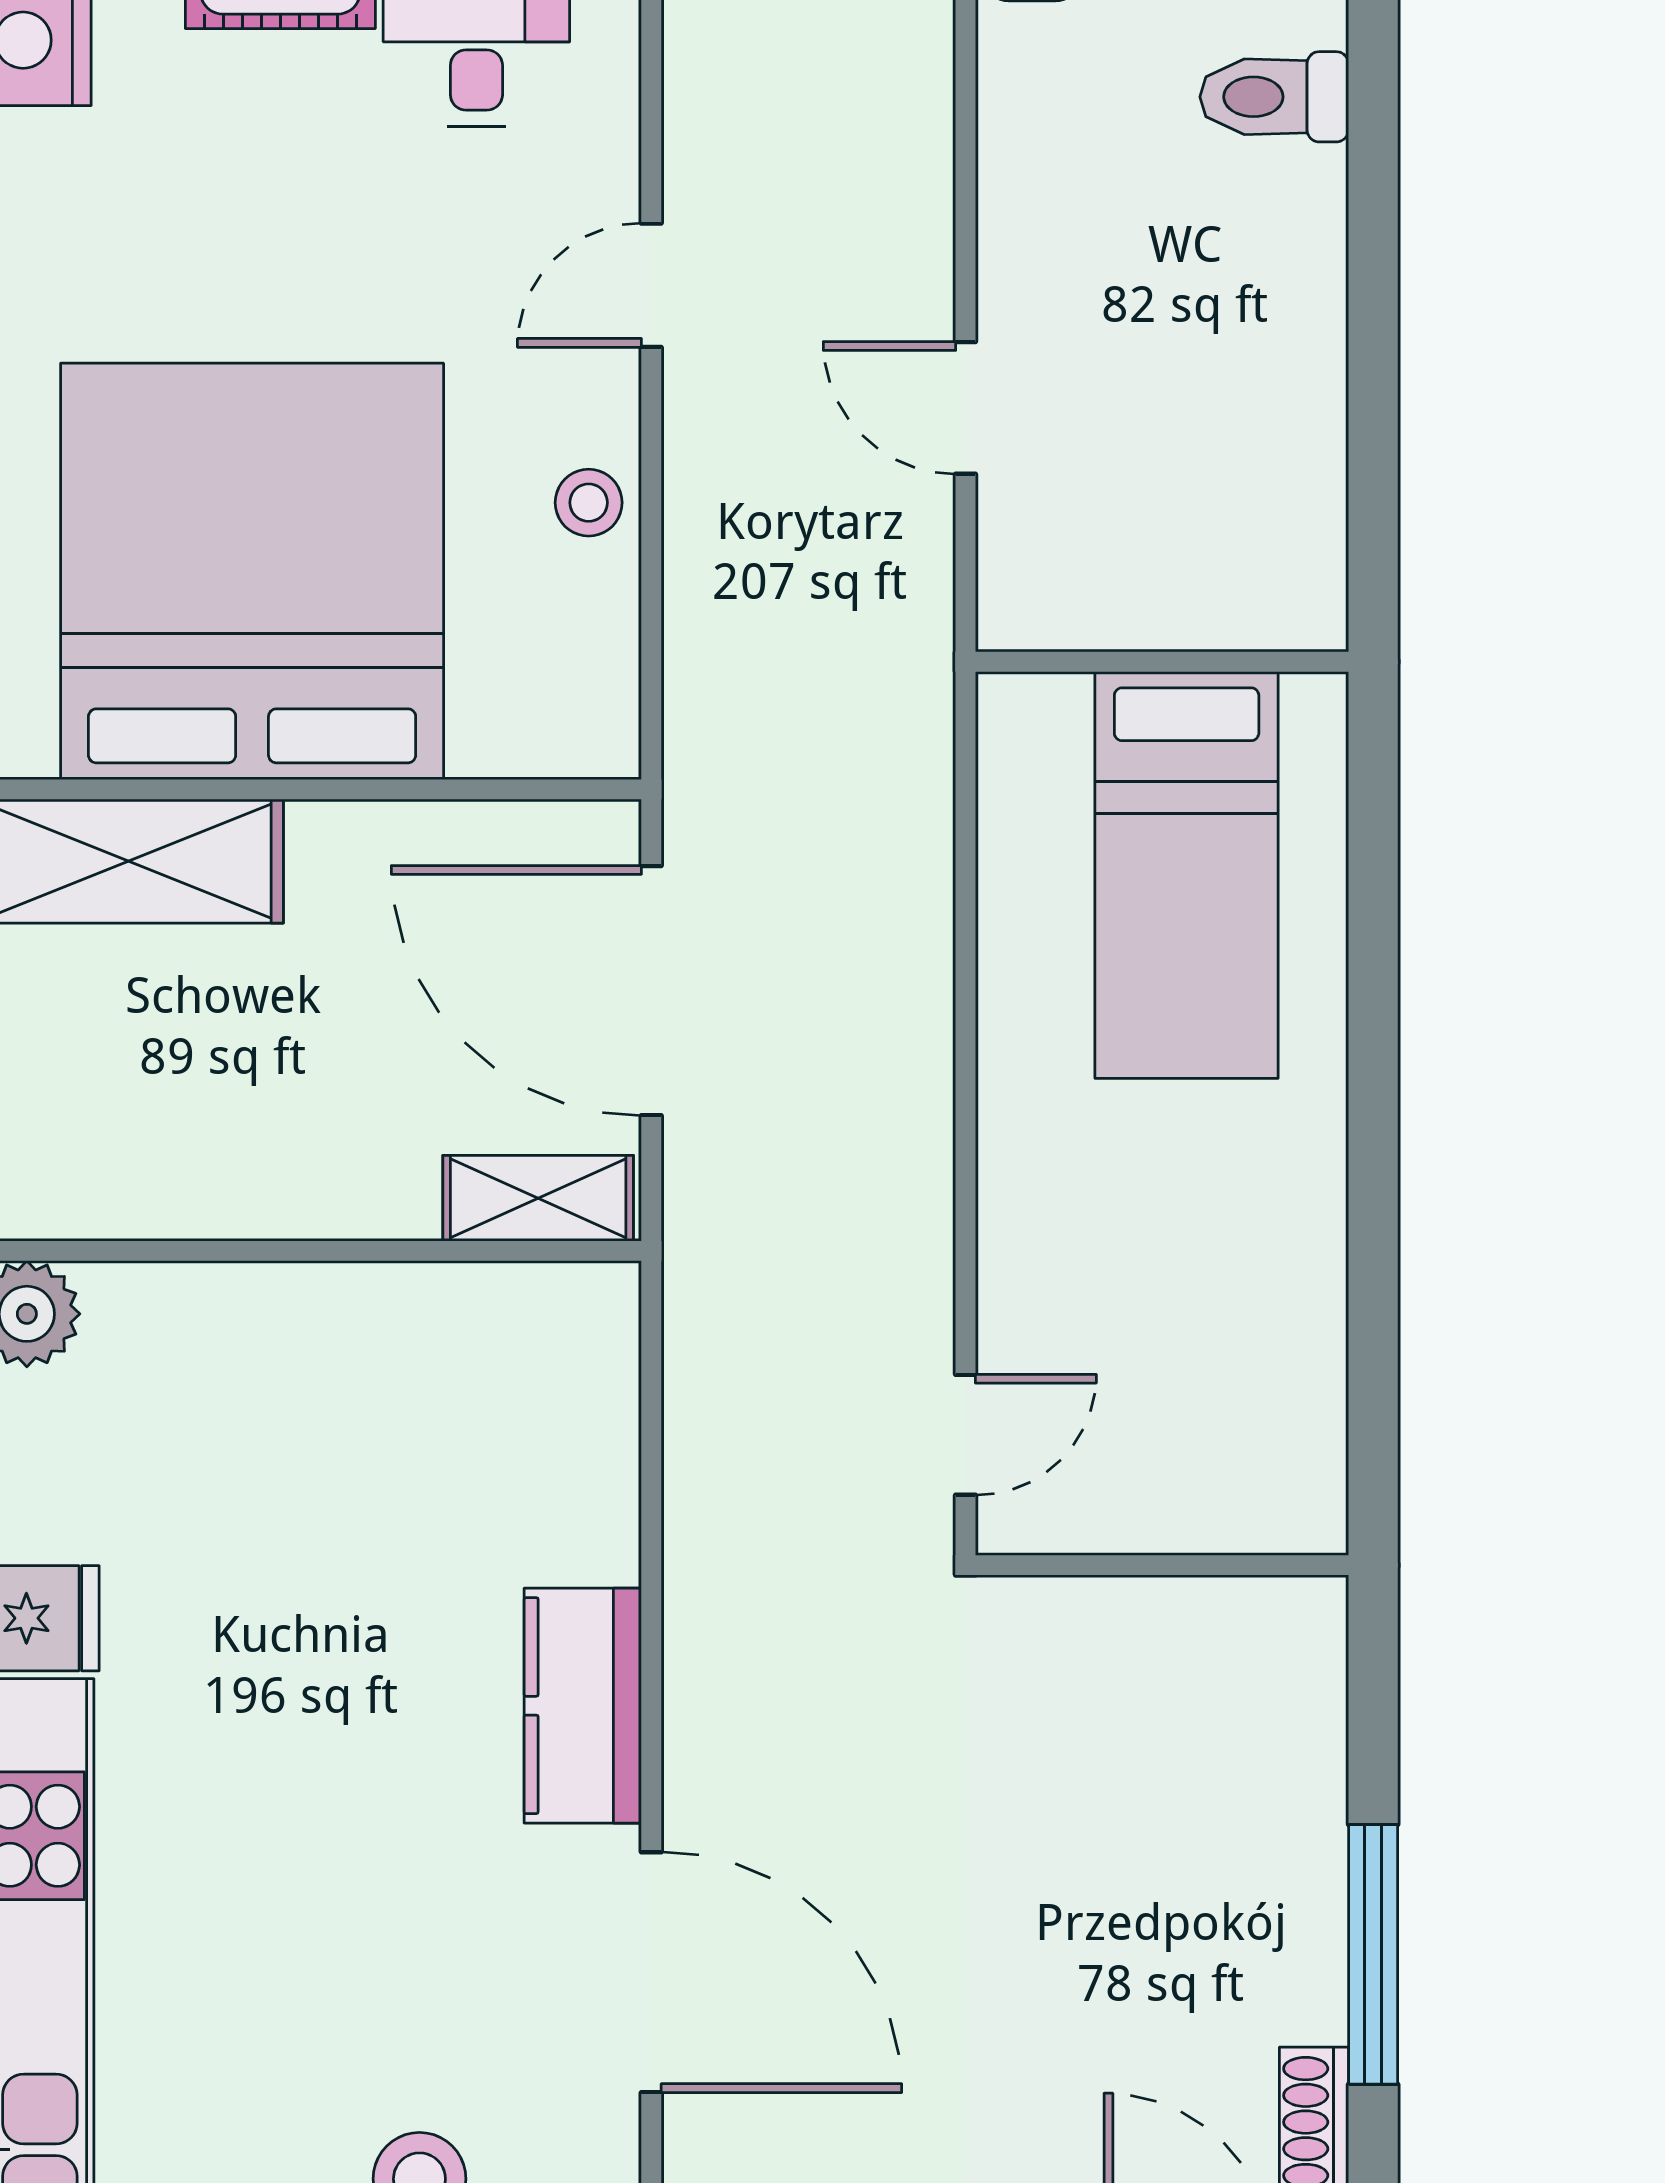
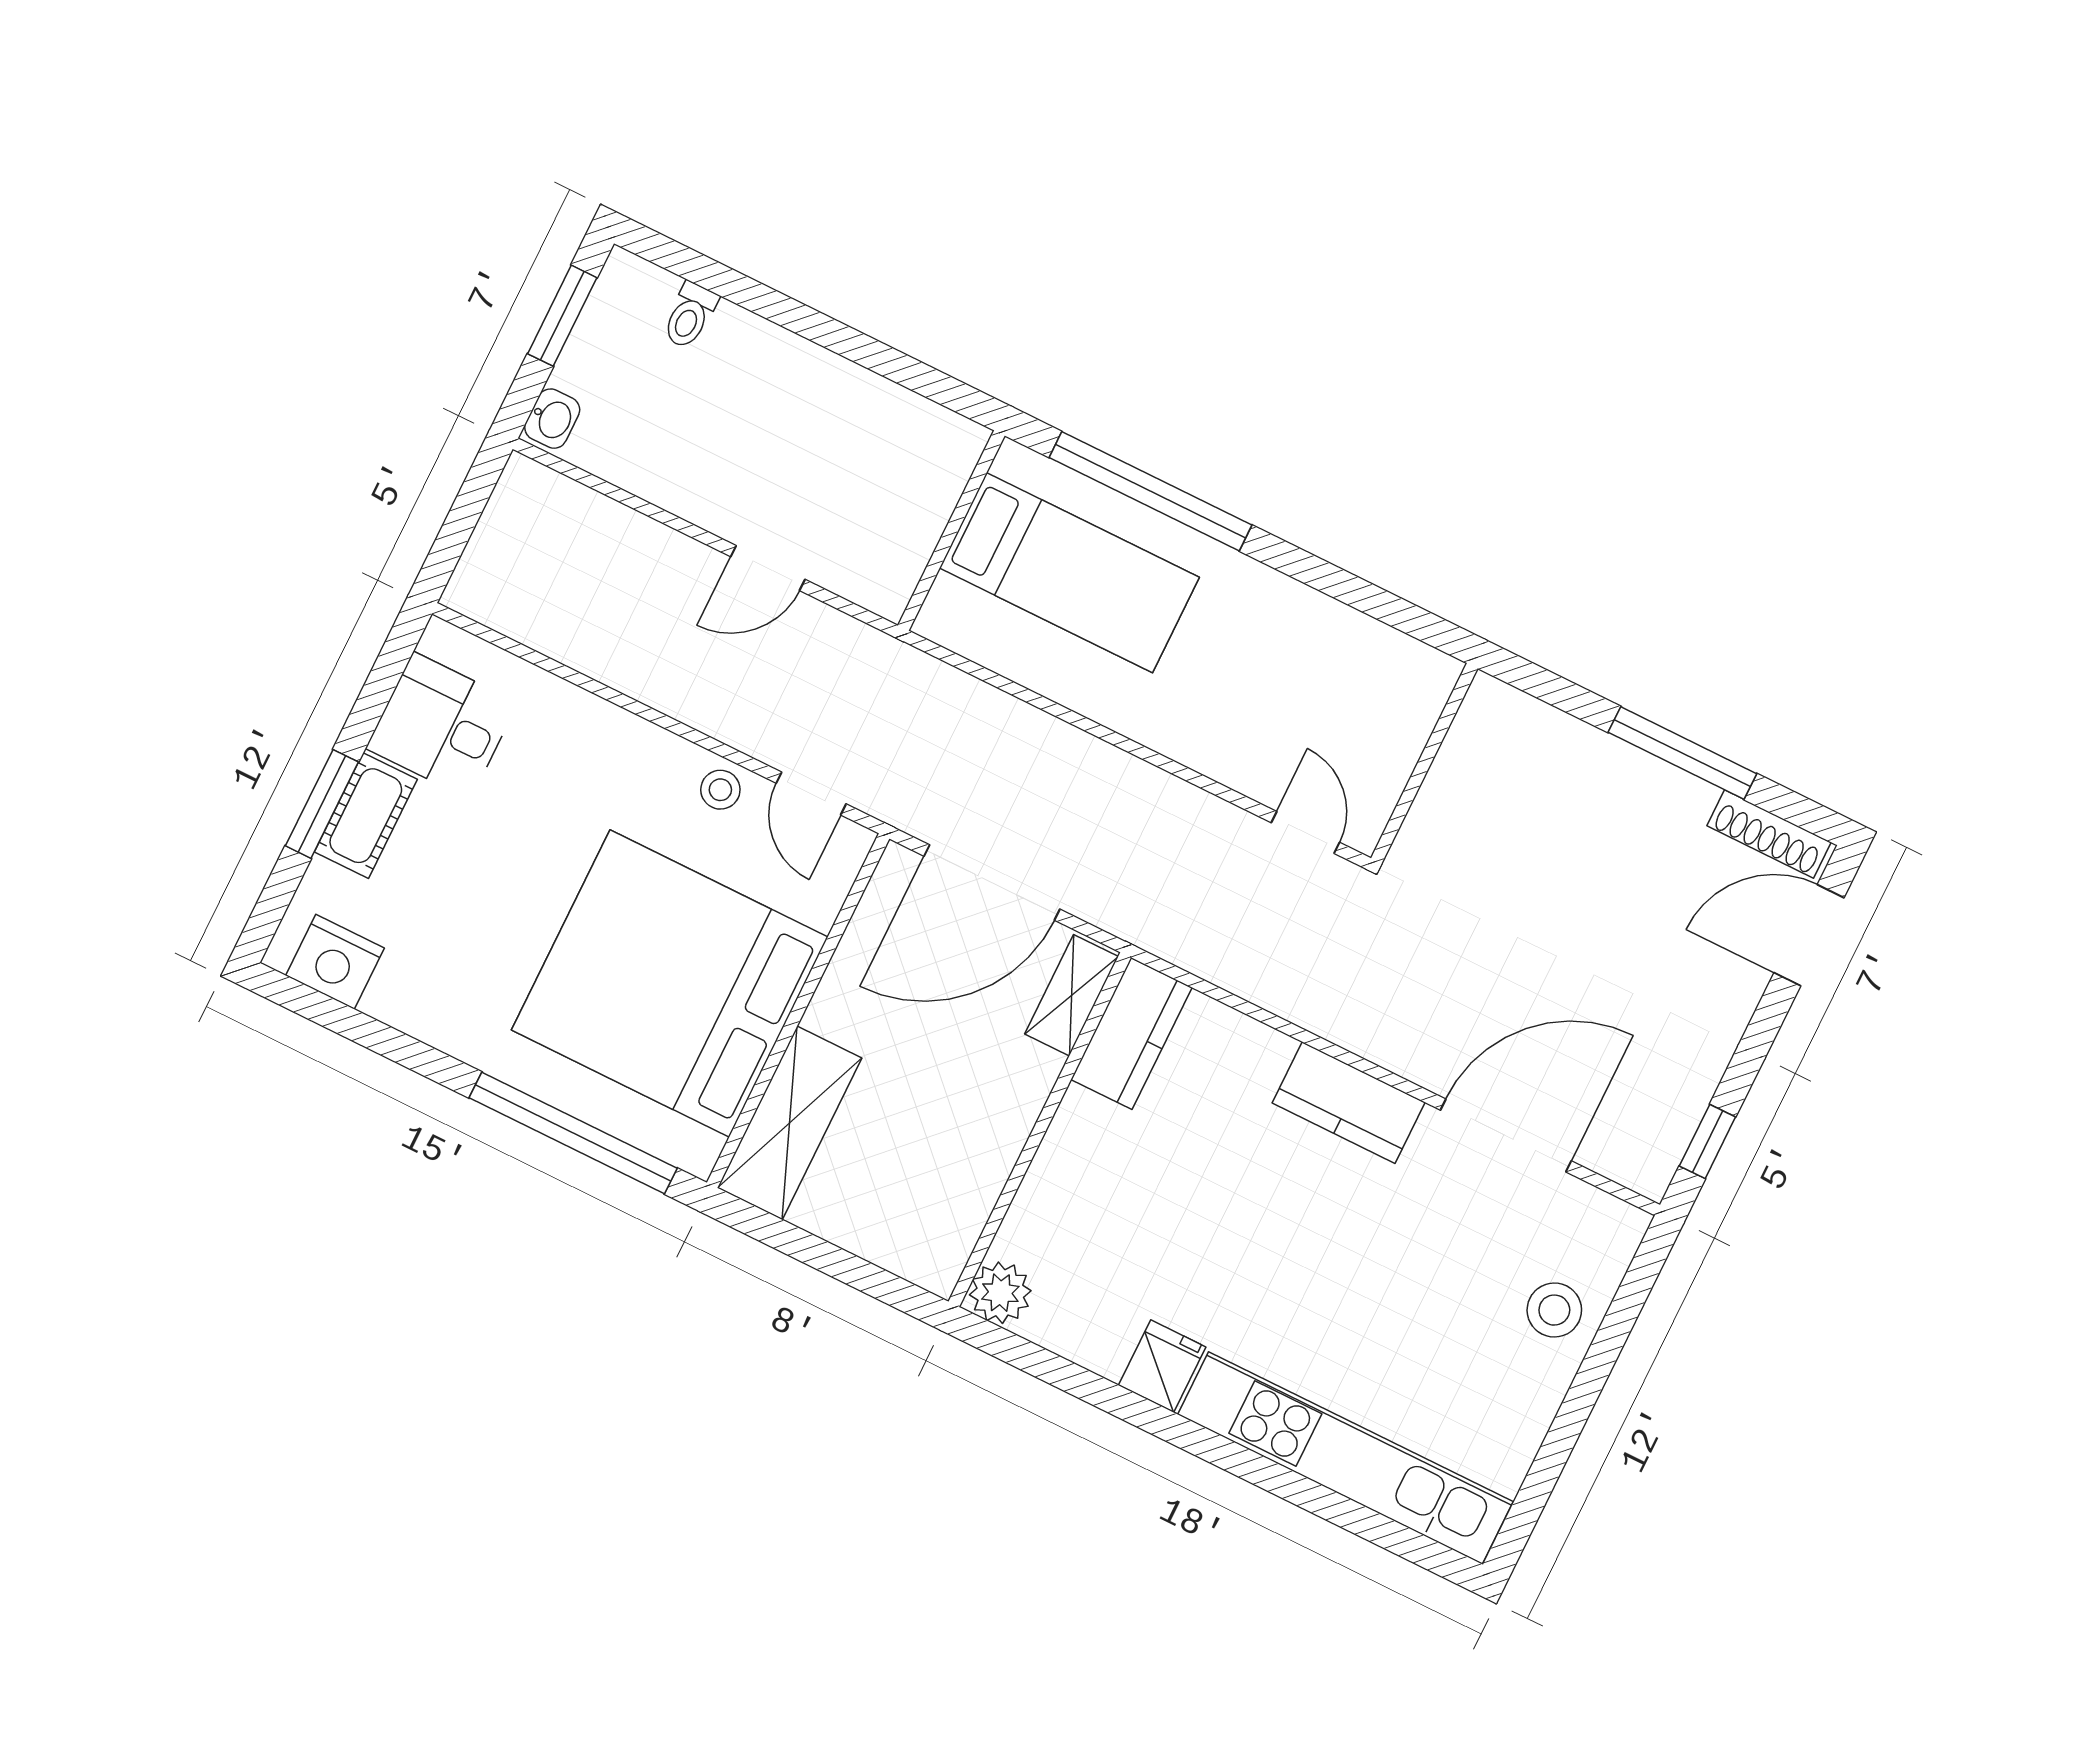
toilet: (1274, 97) -> (690, 315), width x0.73, depth x0.72
door: (651, 285) -> (811, 794), moved
window: (1373, 938) -> (1150, 491), added
kitchen counter: (525, 1319) -> (1131, 1034), added

